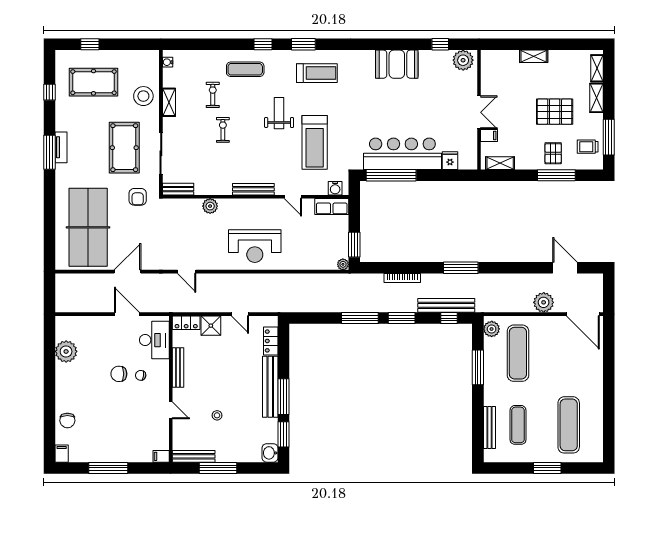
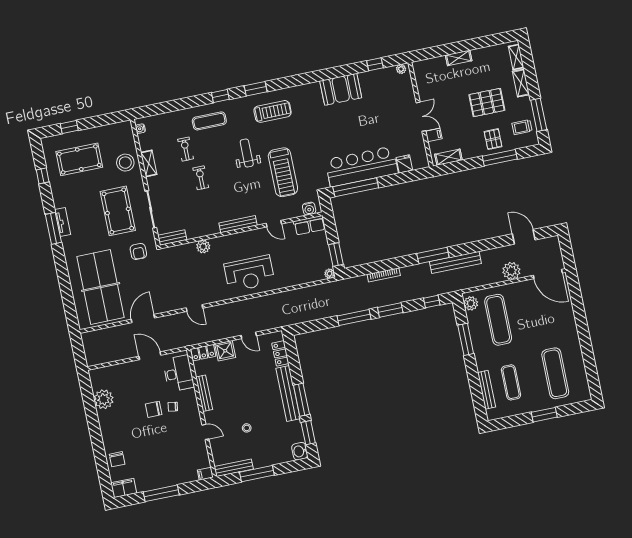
plant: (463, 60) -> (401, 69), width x0.53, depth x0.53
bench: (446, 305) -> (455, 262), moved
filing cabinet: (62, 454) -> (124, 488), width x2.00

